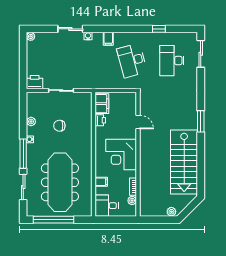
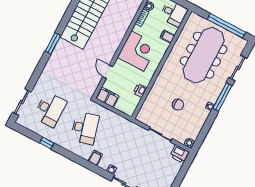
filing cabinet: (102, 104) -> (107, 97), moved, turned 90
plant: (31, 121) -> (189, 143), moved

